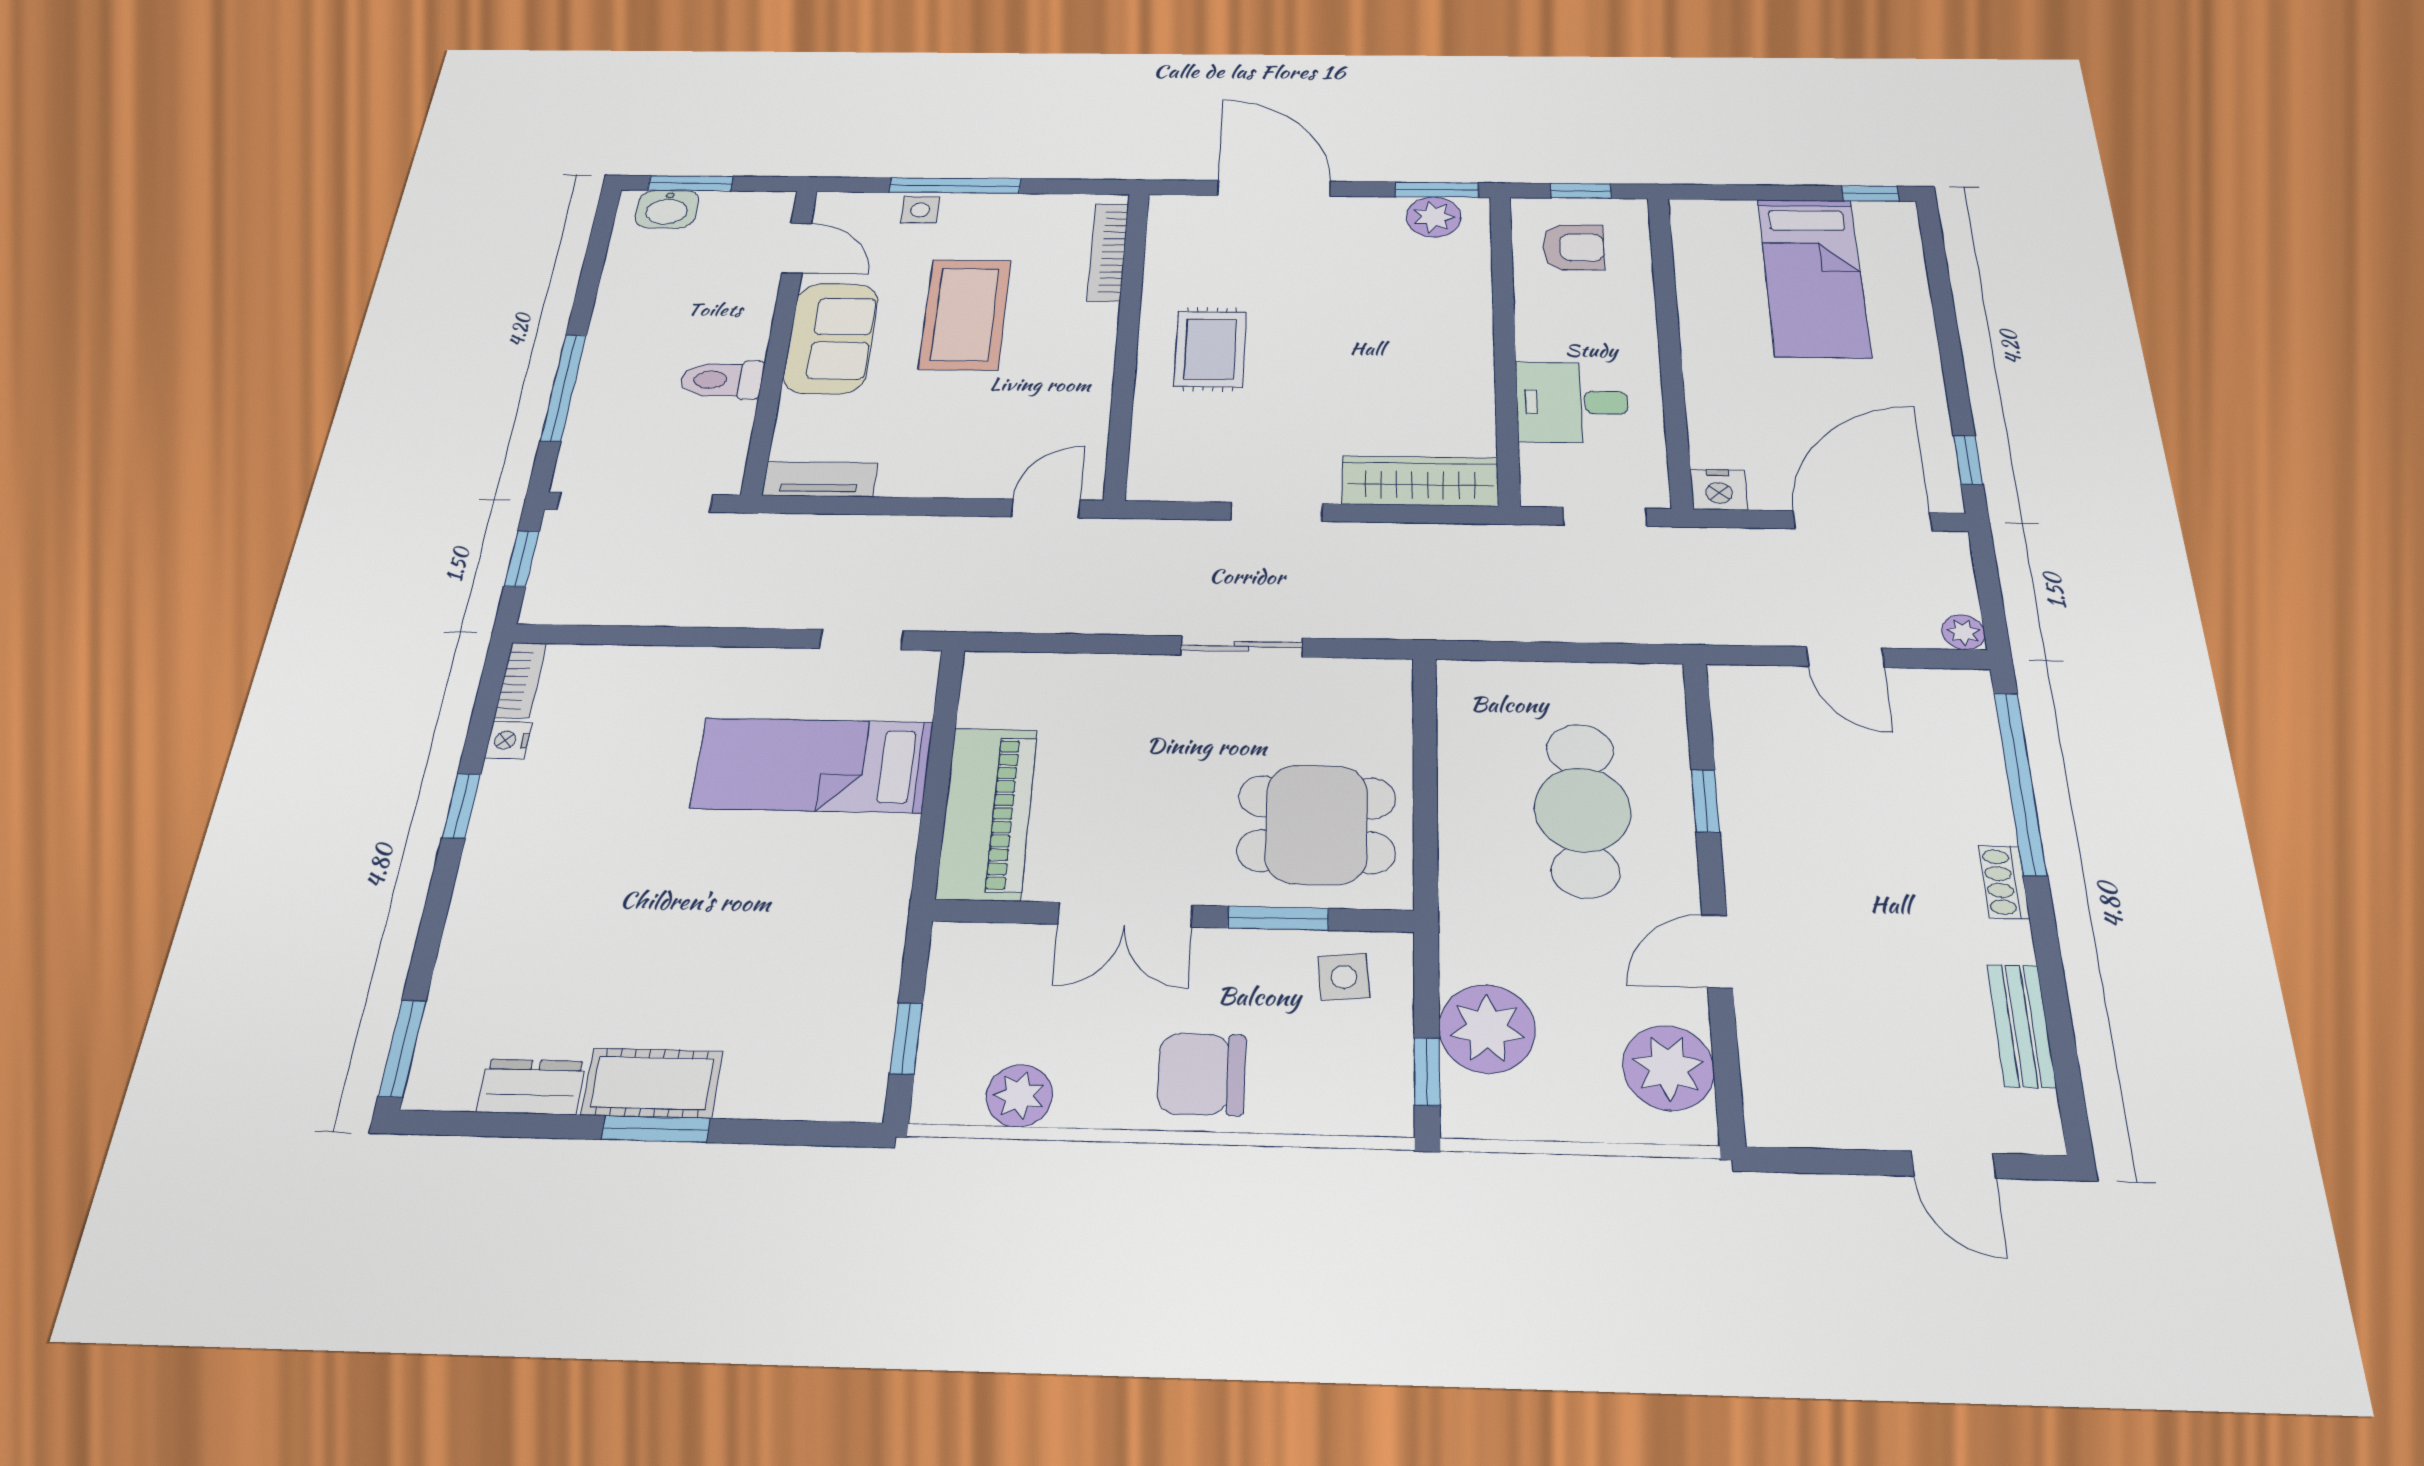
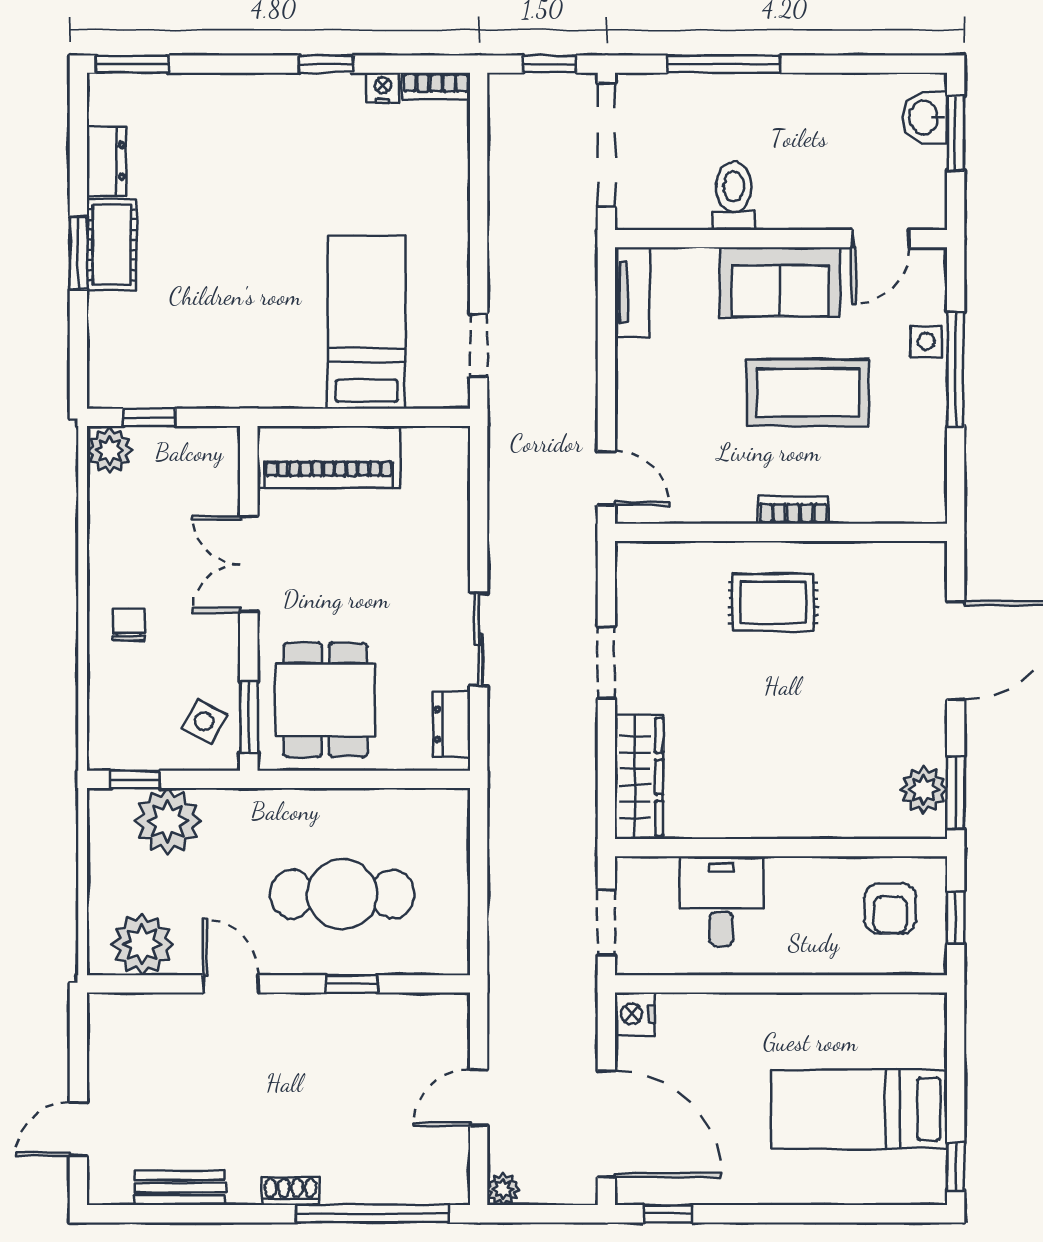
bookcase: (1108, 252) -> (793, 510), moved, width x0.64
dresser: (1352, 678) -> (452, 724), added
window: (1278, 918) -> (249, 717), moved
side table: (1344, 977) -> (204, 721), turned 34
chair: (1202, 1074) -> (129, 625), width x0.54, depth x0.54
plant: (1019, 1096) -> (110, 450), moved

